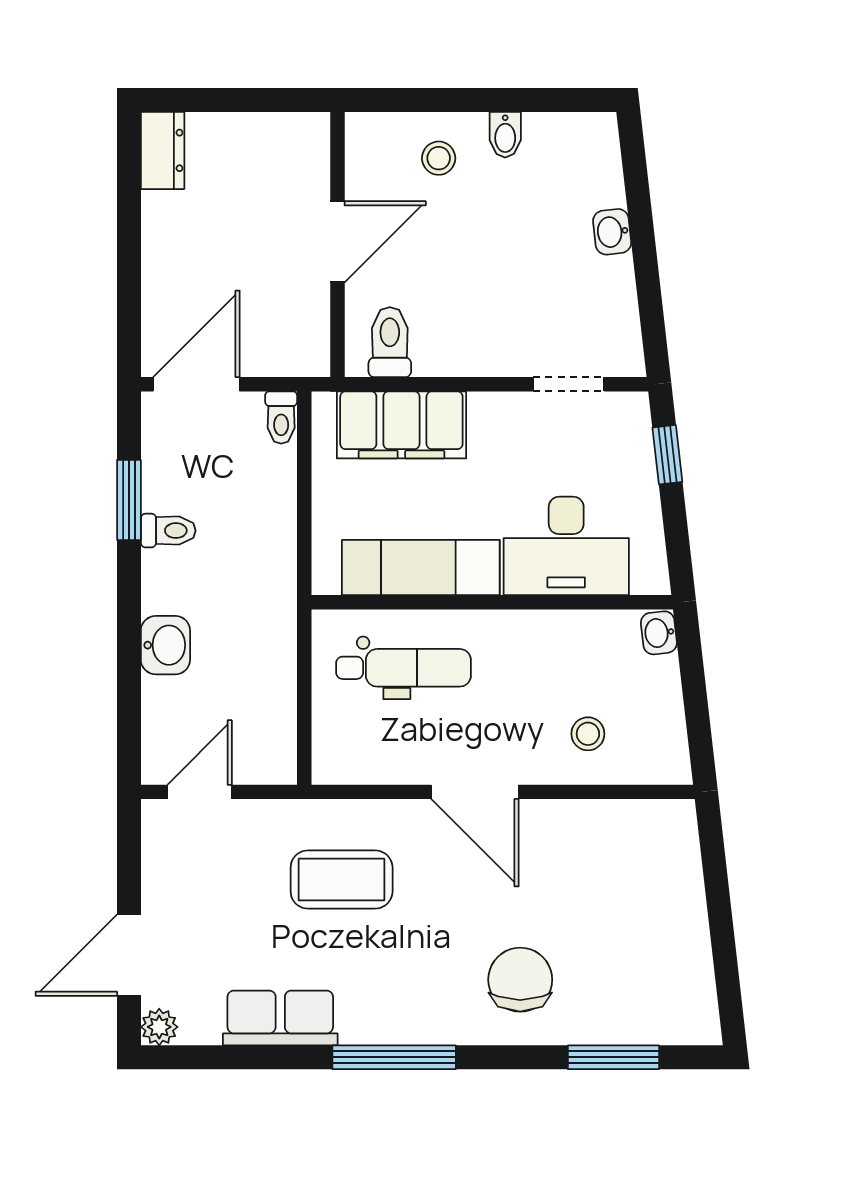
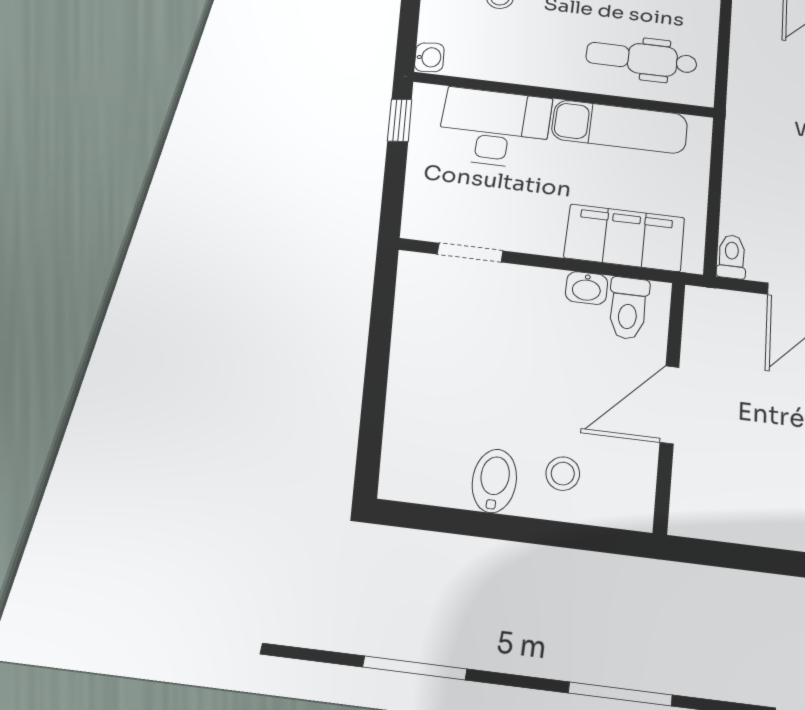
bidet: (505, 135) -> (494, 481), width x1.38, depth x1.36
washbasin: (612, 232) -> (587, 288), moved, turned 97
window: (667, 455) -> (400, 120), moved

